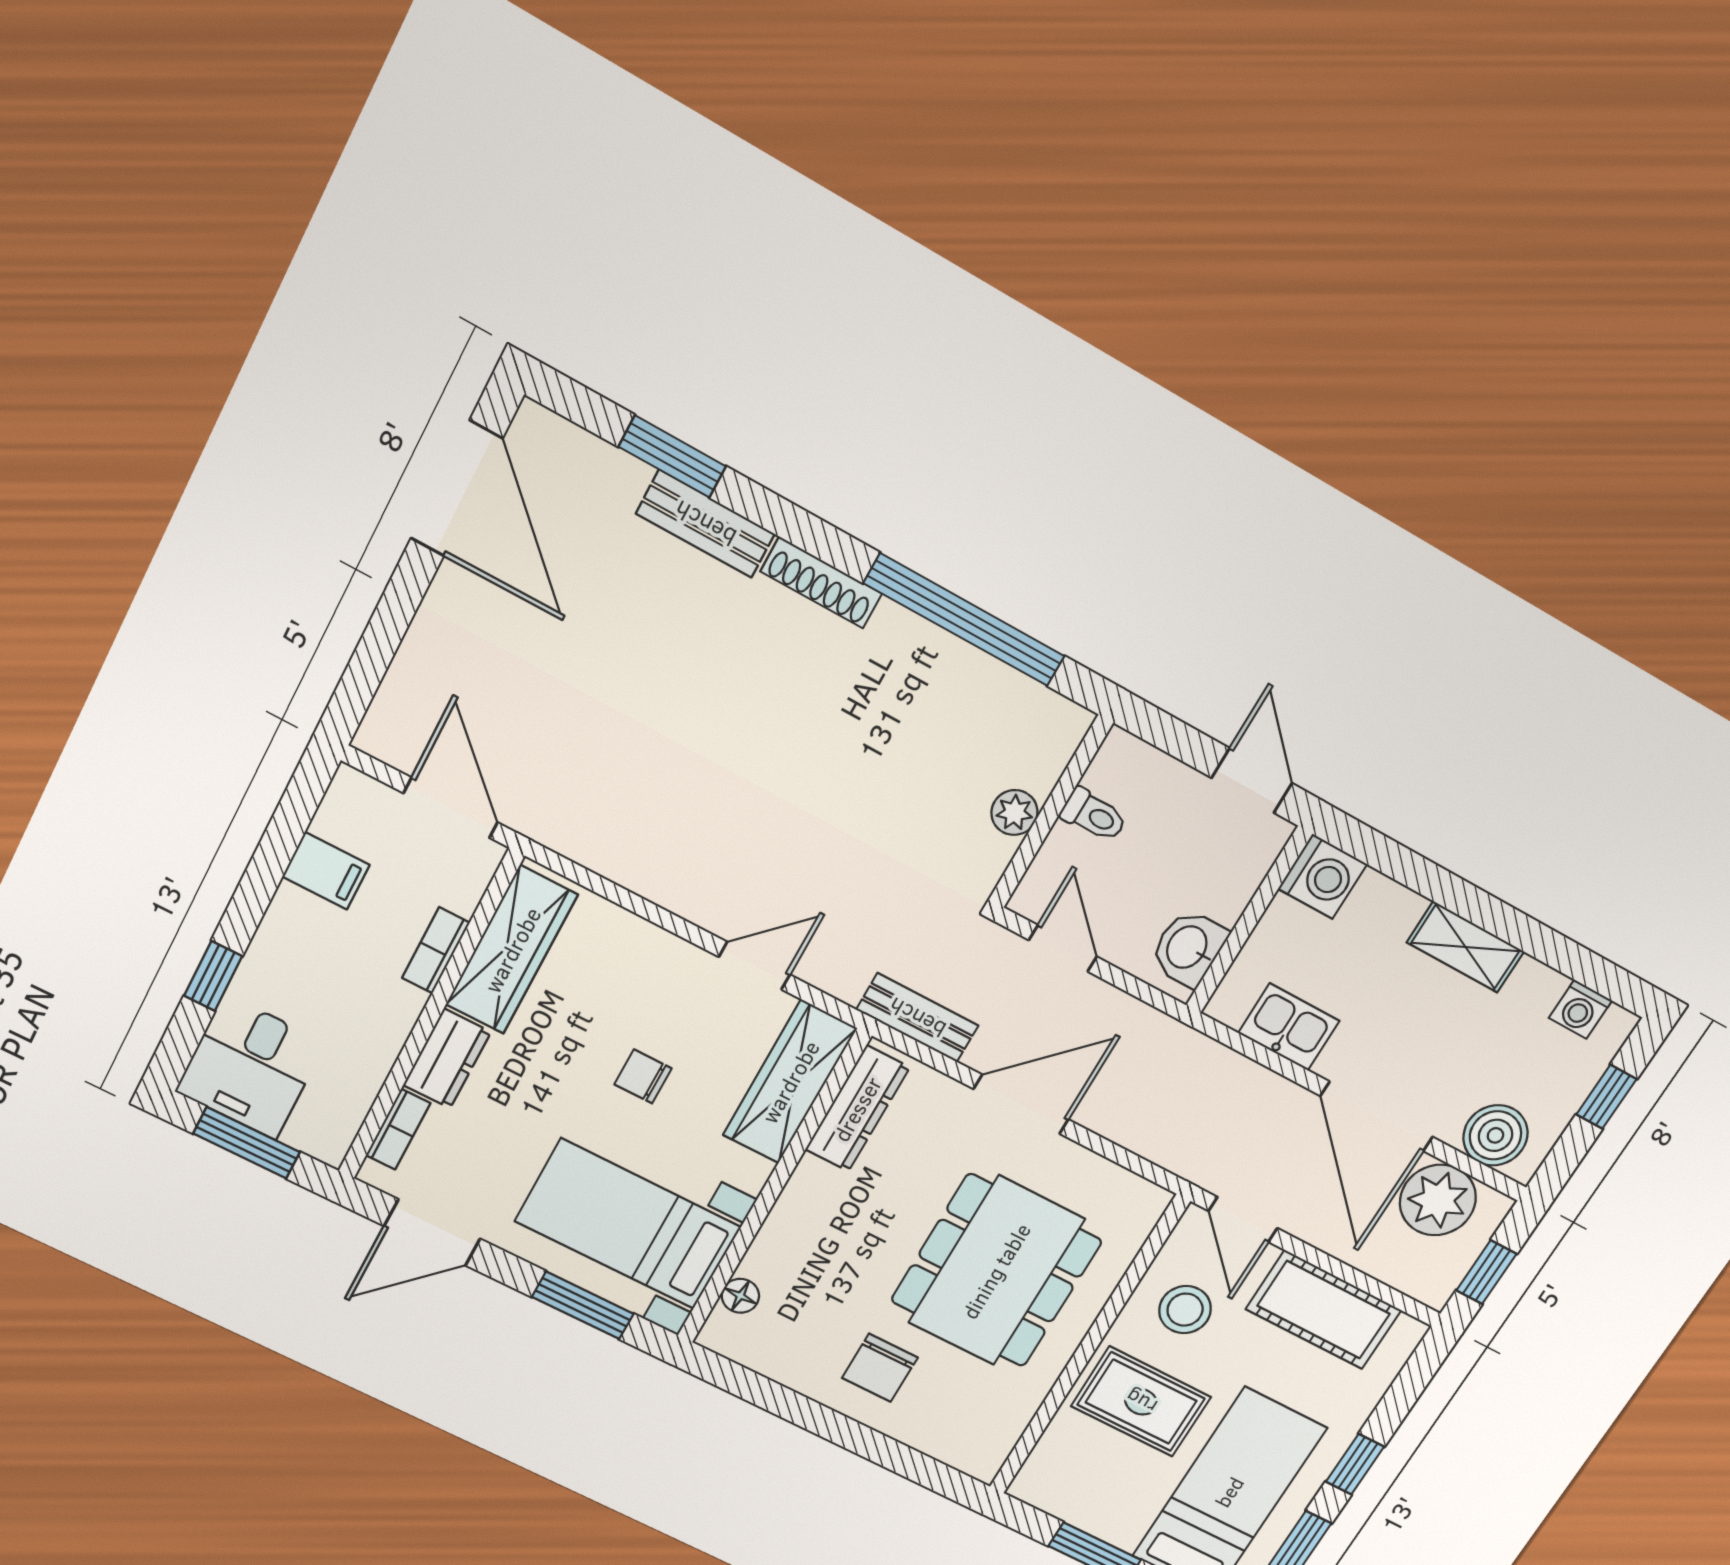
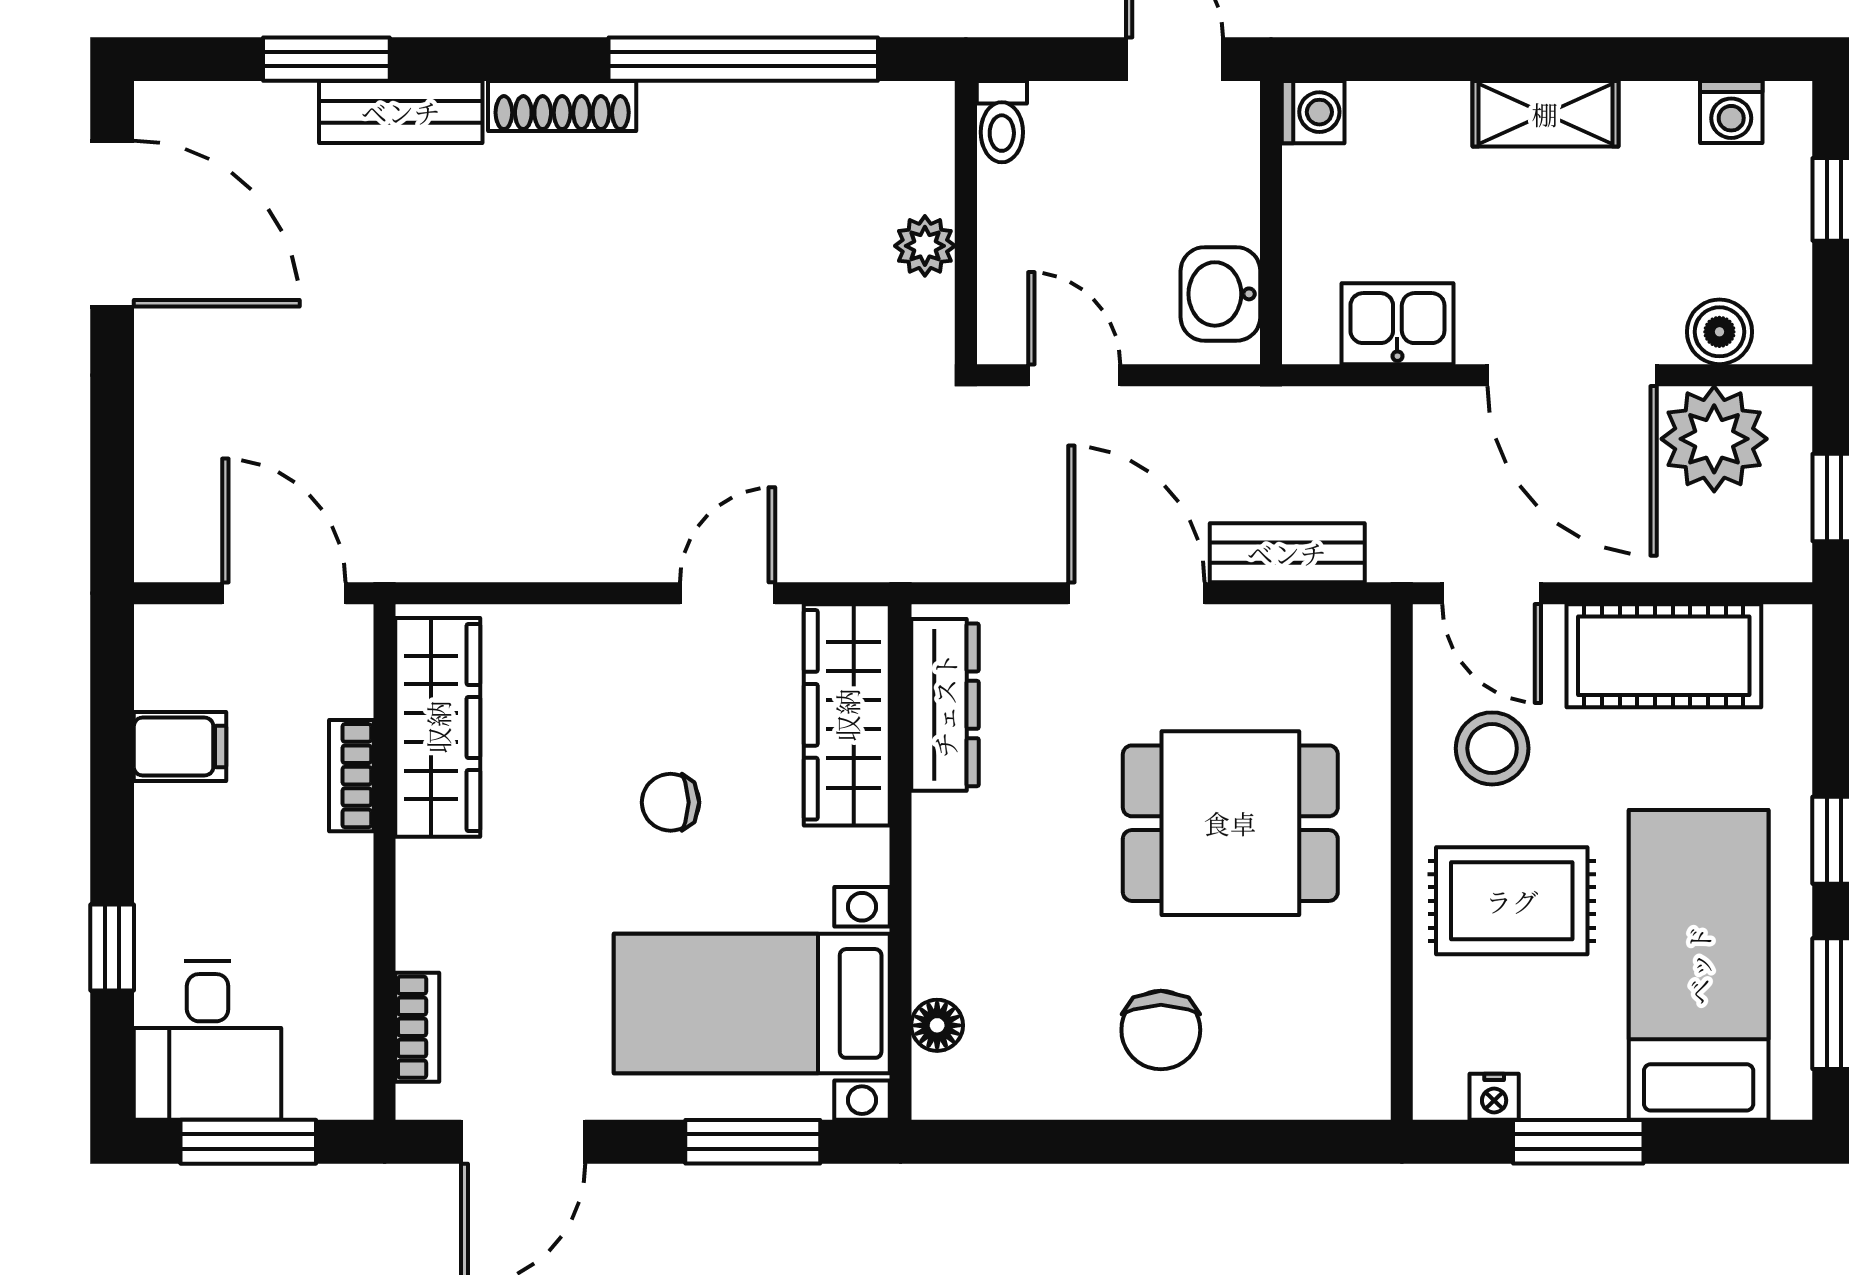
toilet: (1094, 815) -> (1002, 122), moved, turned 90
washing machine: (1323, 876) -> (1313, 112), width x0.73, depth x0.73
bench: (917, 1018) -> (1287, 553), moved
dresser: (447, 1059) -> (430, 905), removed
door: (1021, 1104) -> (1136, 593), hinge flipped
boiler: (1495, 1135) -> (1719, 332), width x0.73, depth x0.73
dining table: (996, 1271) -> (1230, 823), width x0.73
nightstand: (1060, 1504) -> (1494, 1097), added

